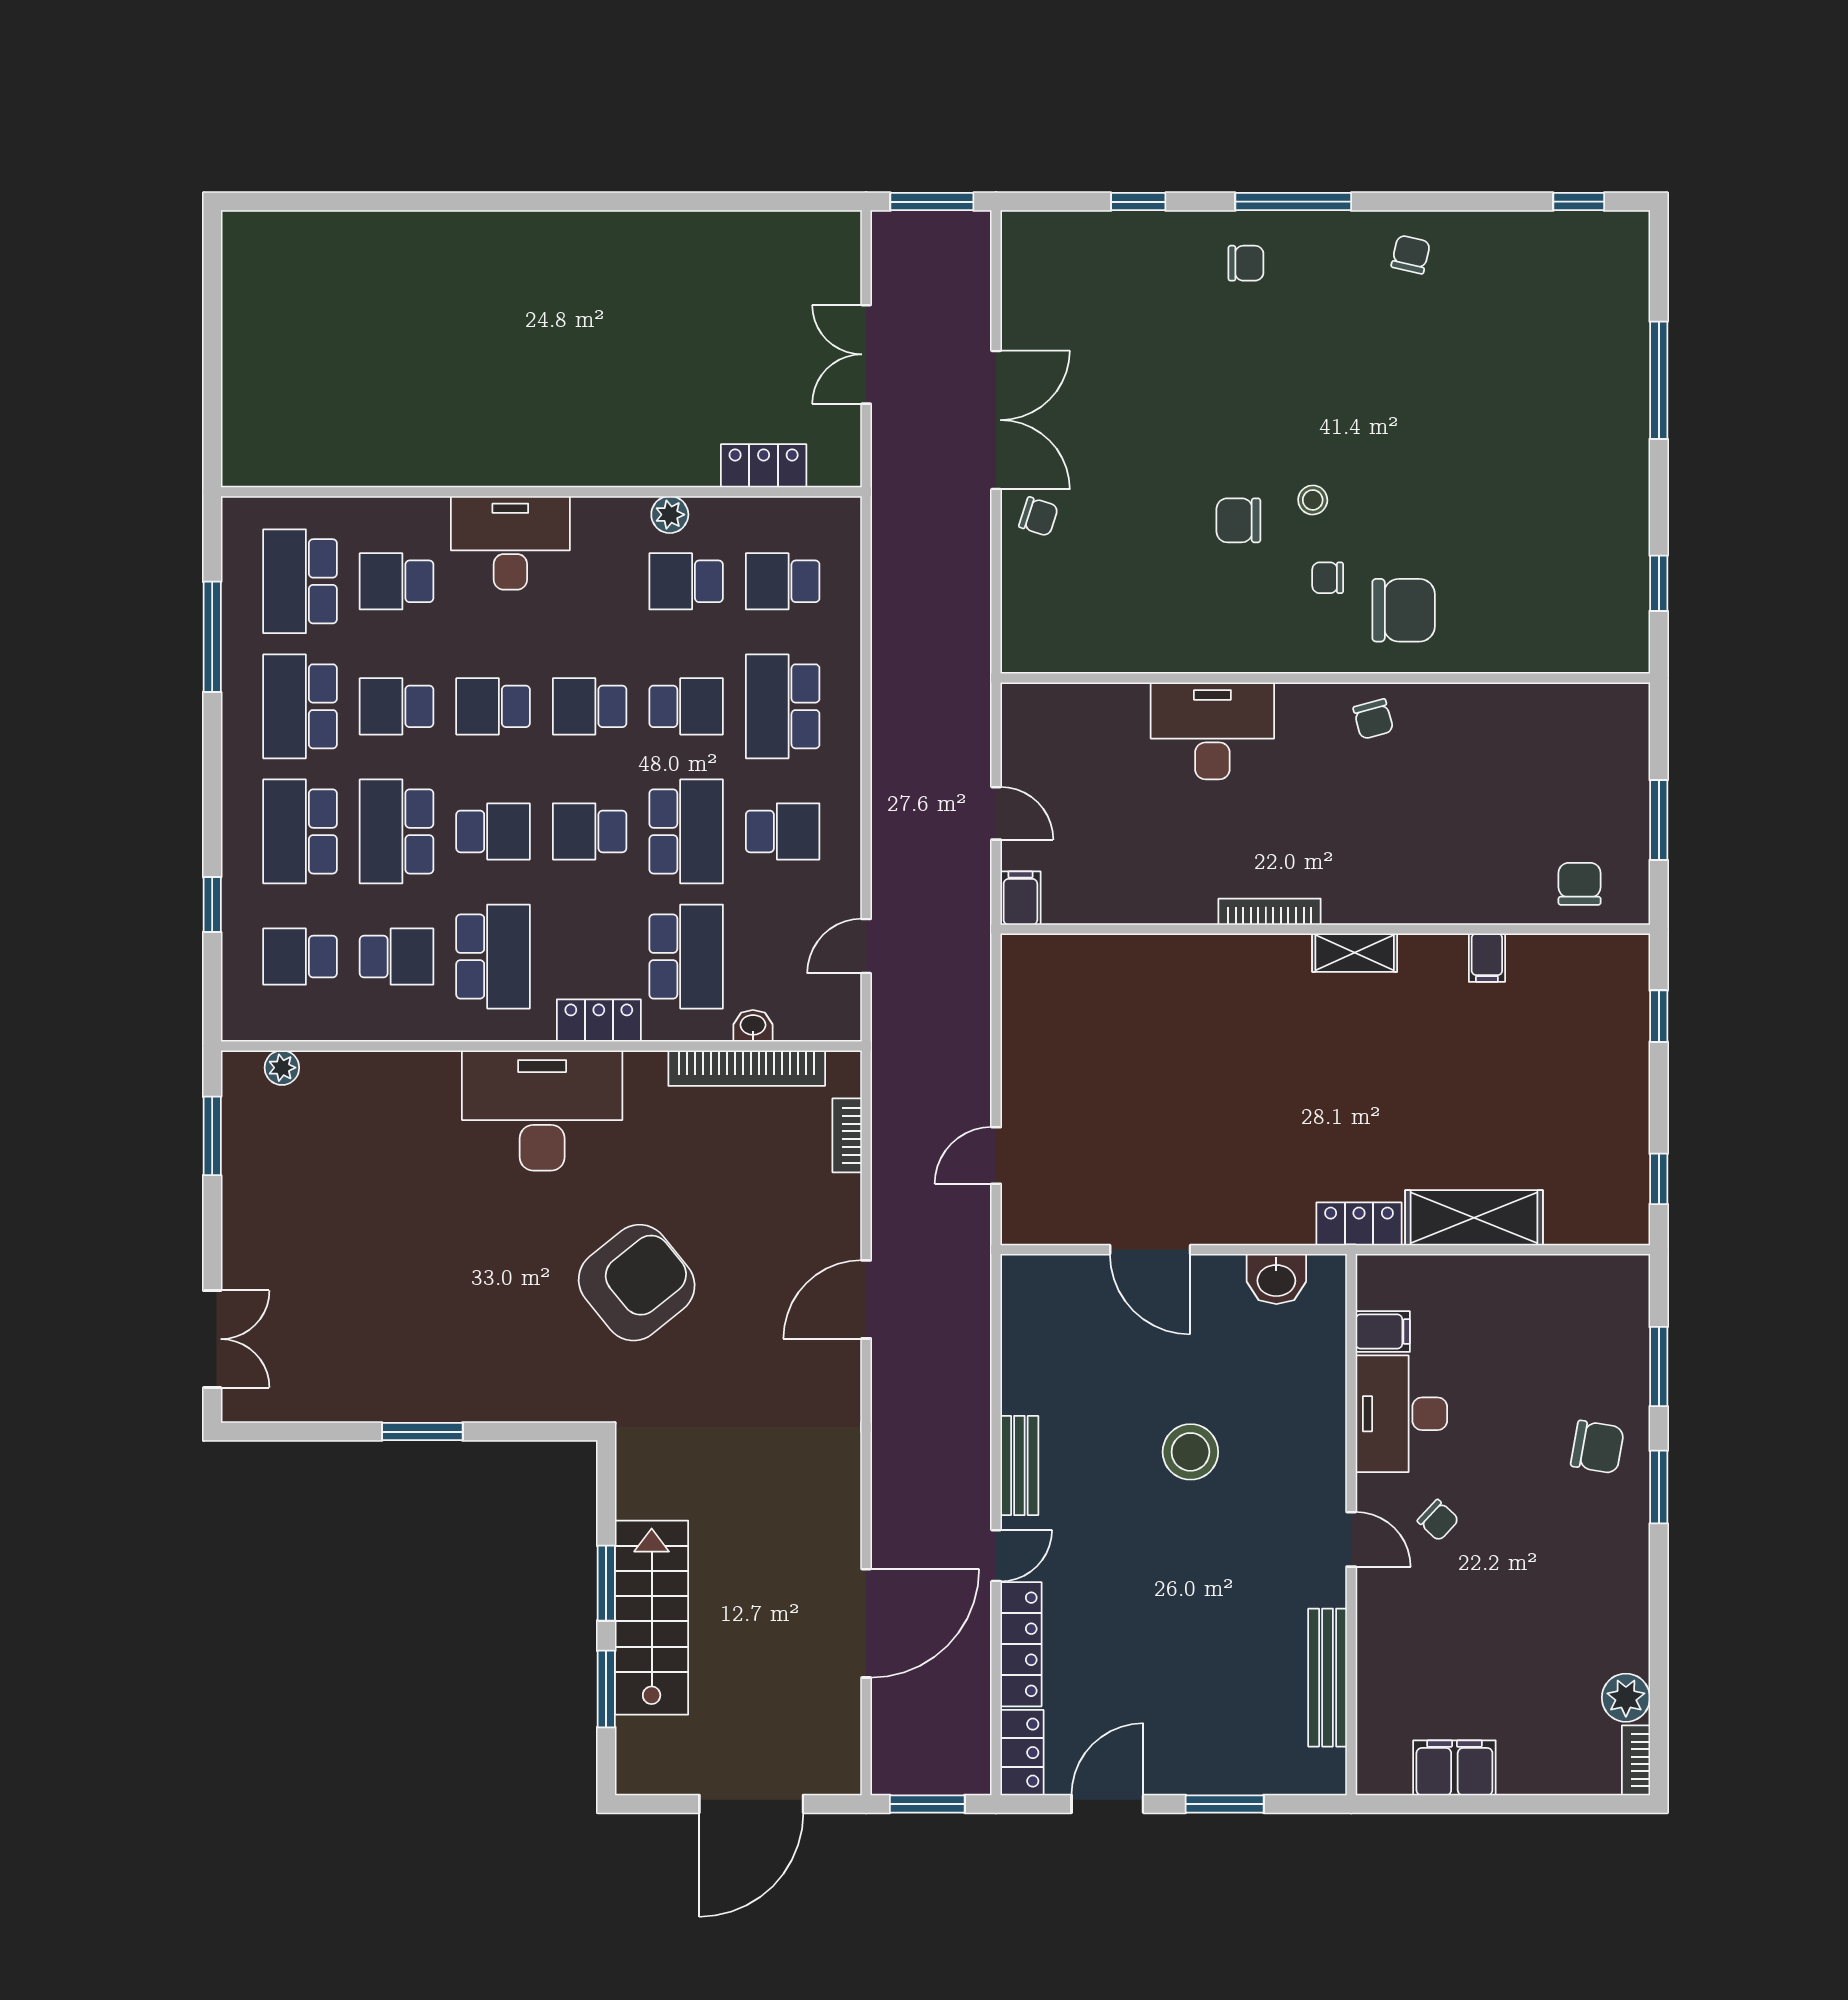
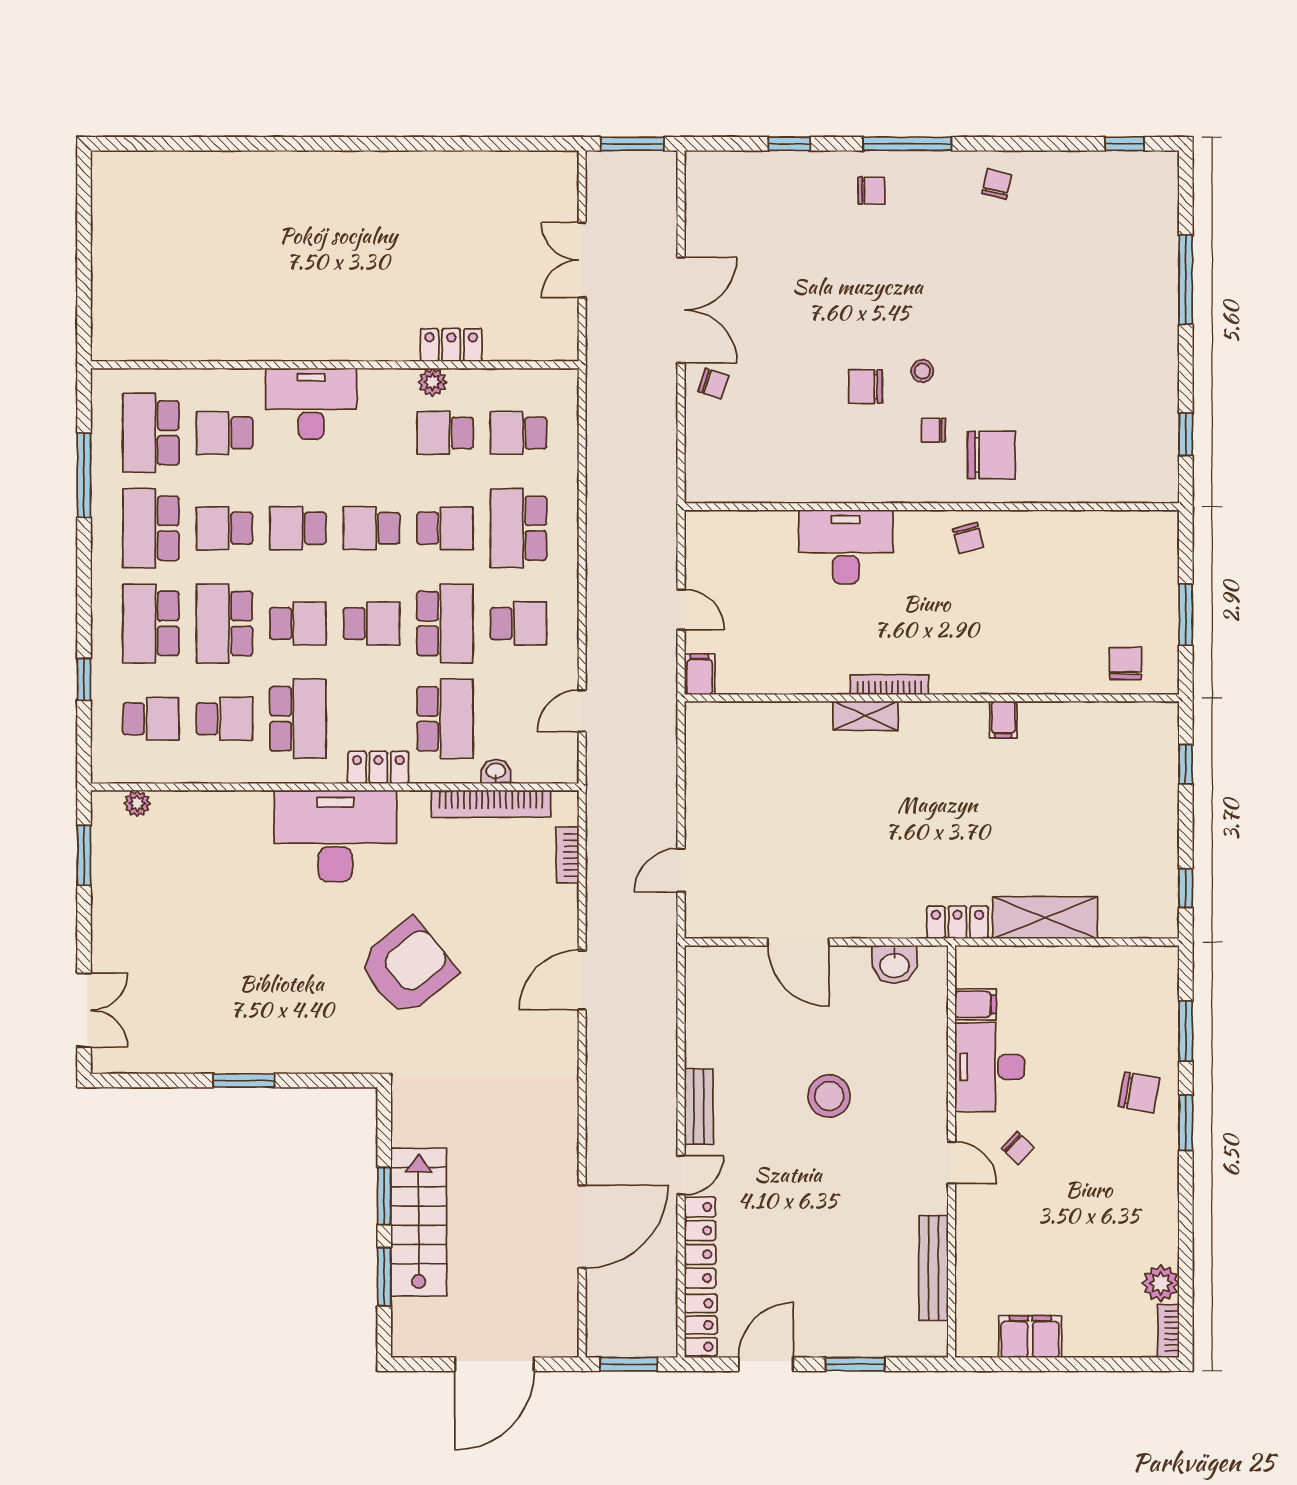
locker: (764, 466) -> (451, 345), moved
school desk: (590, 831) -> (371, 623), turned 180
shelving: (1355, 953) -> (866, 716), moved
school desk: (300, 957) -> (151, 719), turned 180
filing cabinet: (1487, 958) -> (1003, 720), moved

